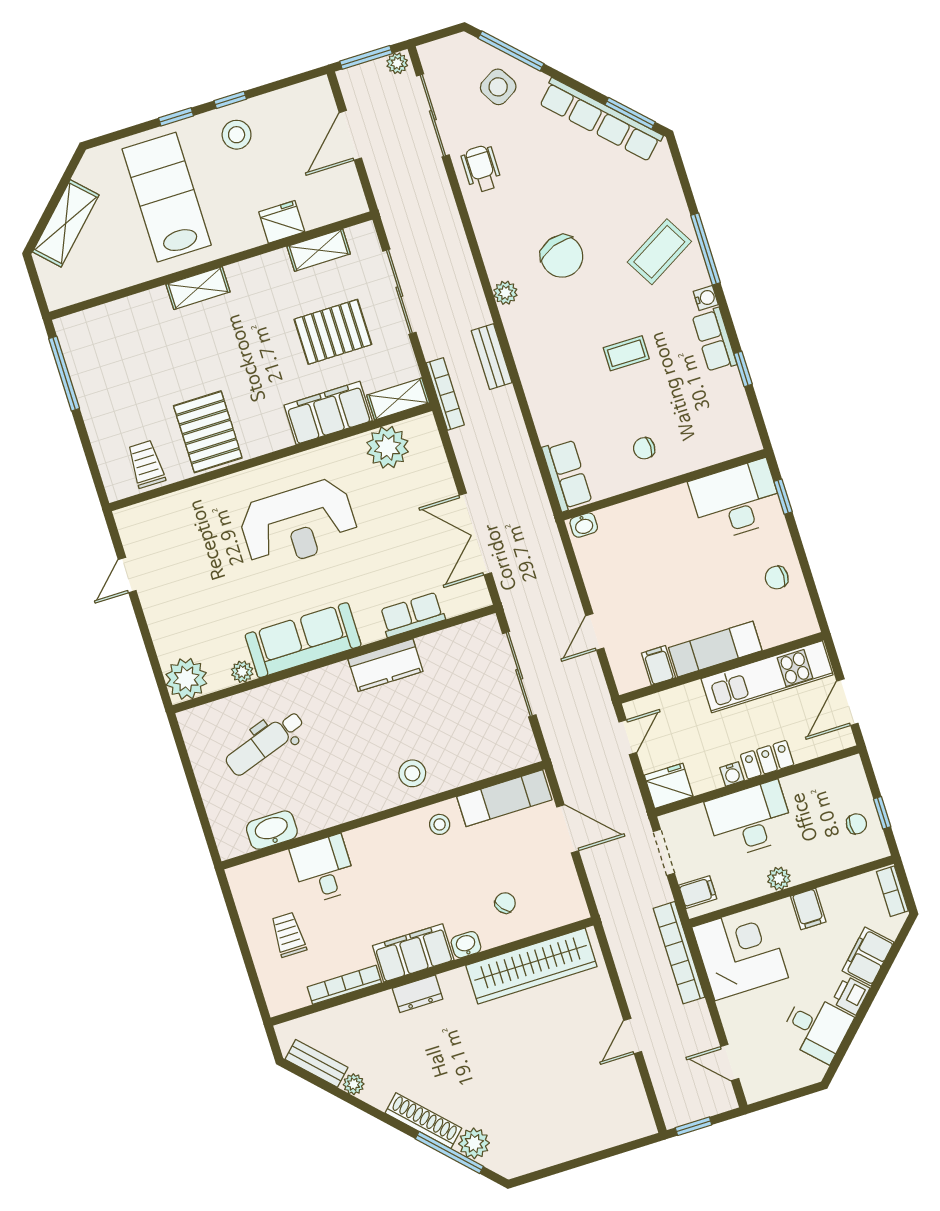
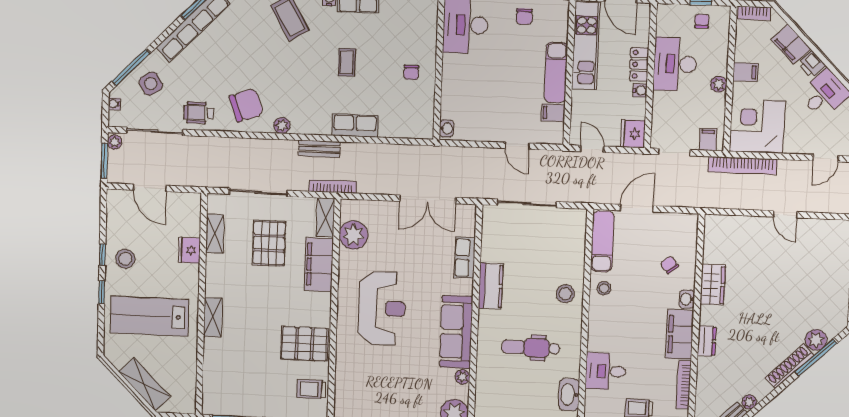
water cooler: (451, 44) -> (114, 104), added
chair: (562, 256) -> (246, 105), moved
row of seats: (567, 475) -> (355, 126), moved
dental chair: (265, 743) -> (531, 348), moved, turned 109
desk: (750, 820) -> (675, 64), moved
wardrobe: (531, 966) -> (713, 285), width x0.48, depth x0.85

